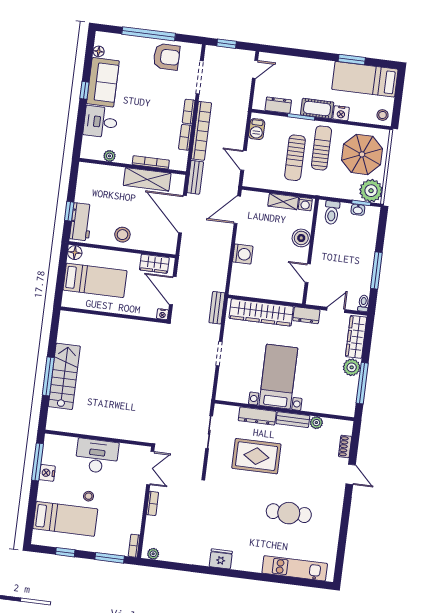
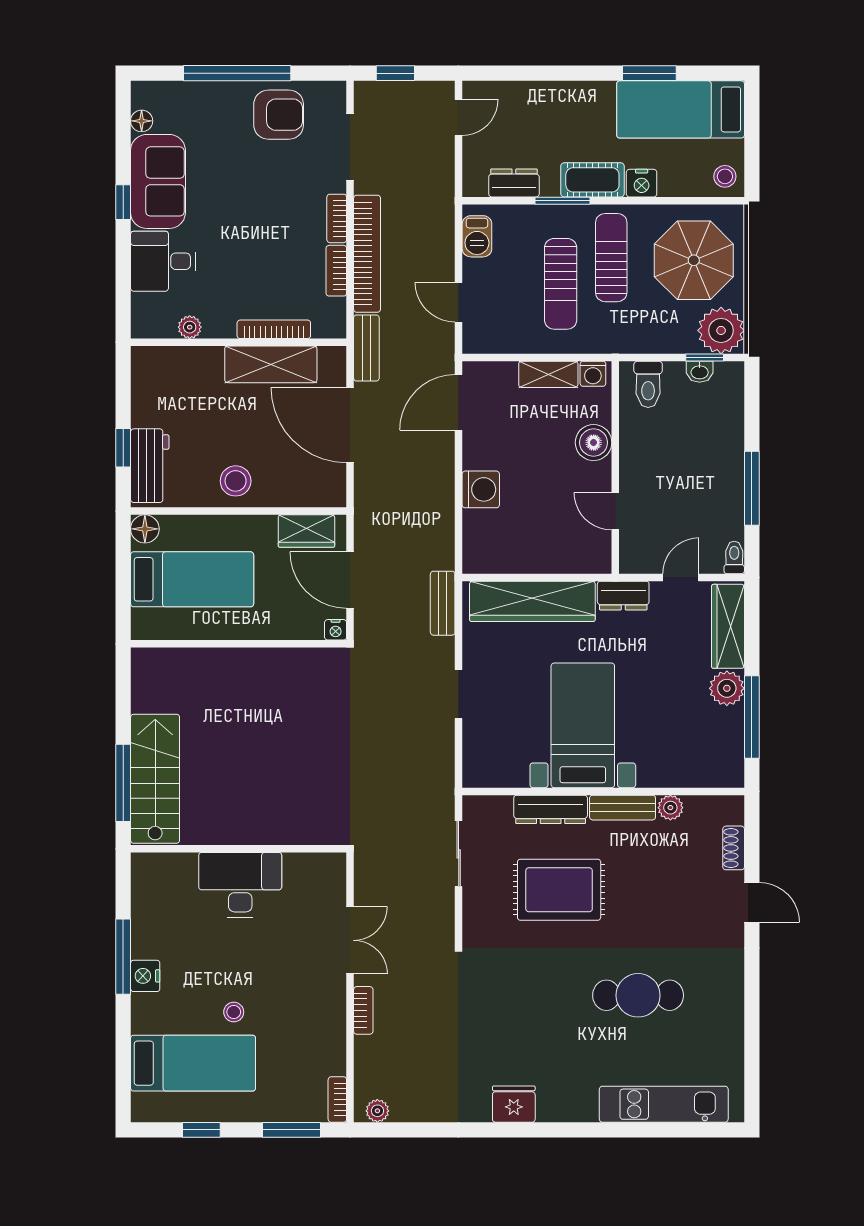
wall: (98, 438) -> (239, 849), moved
desk: (97, 456) -> (240, 885), moved

